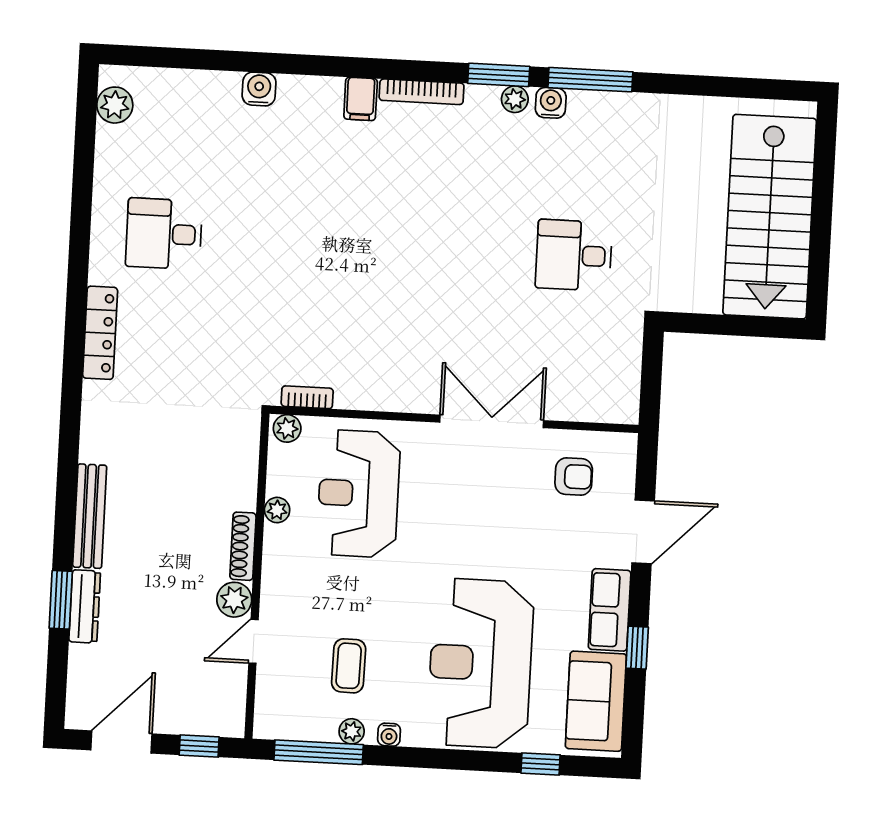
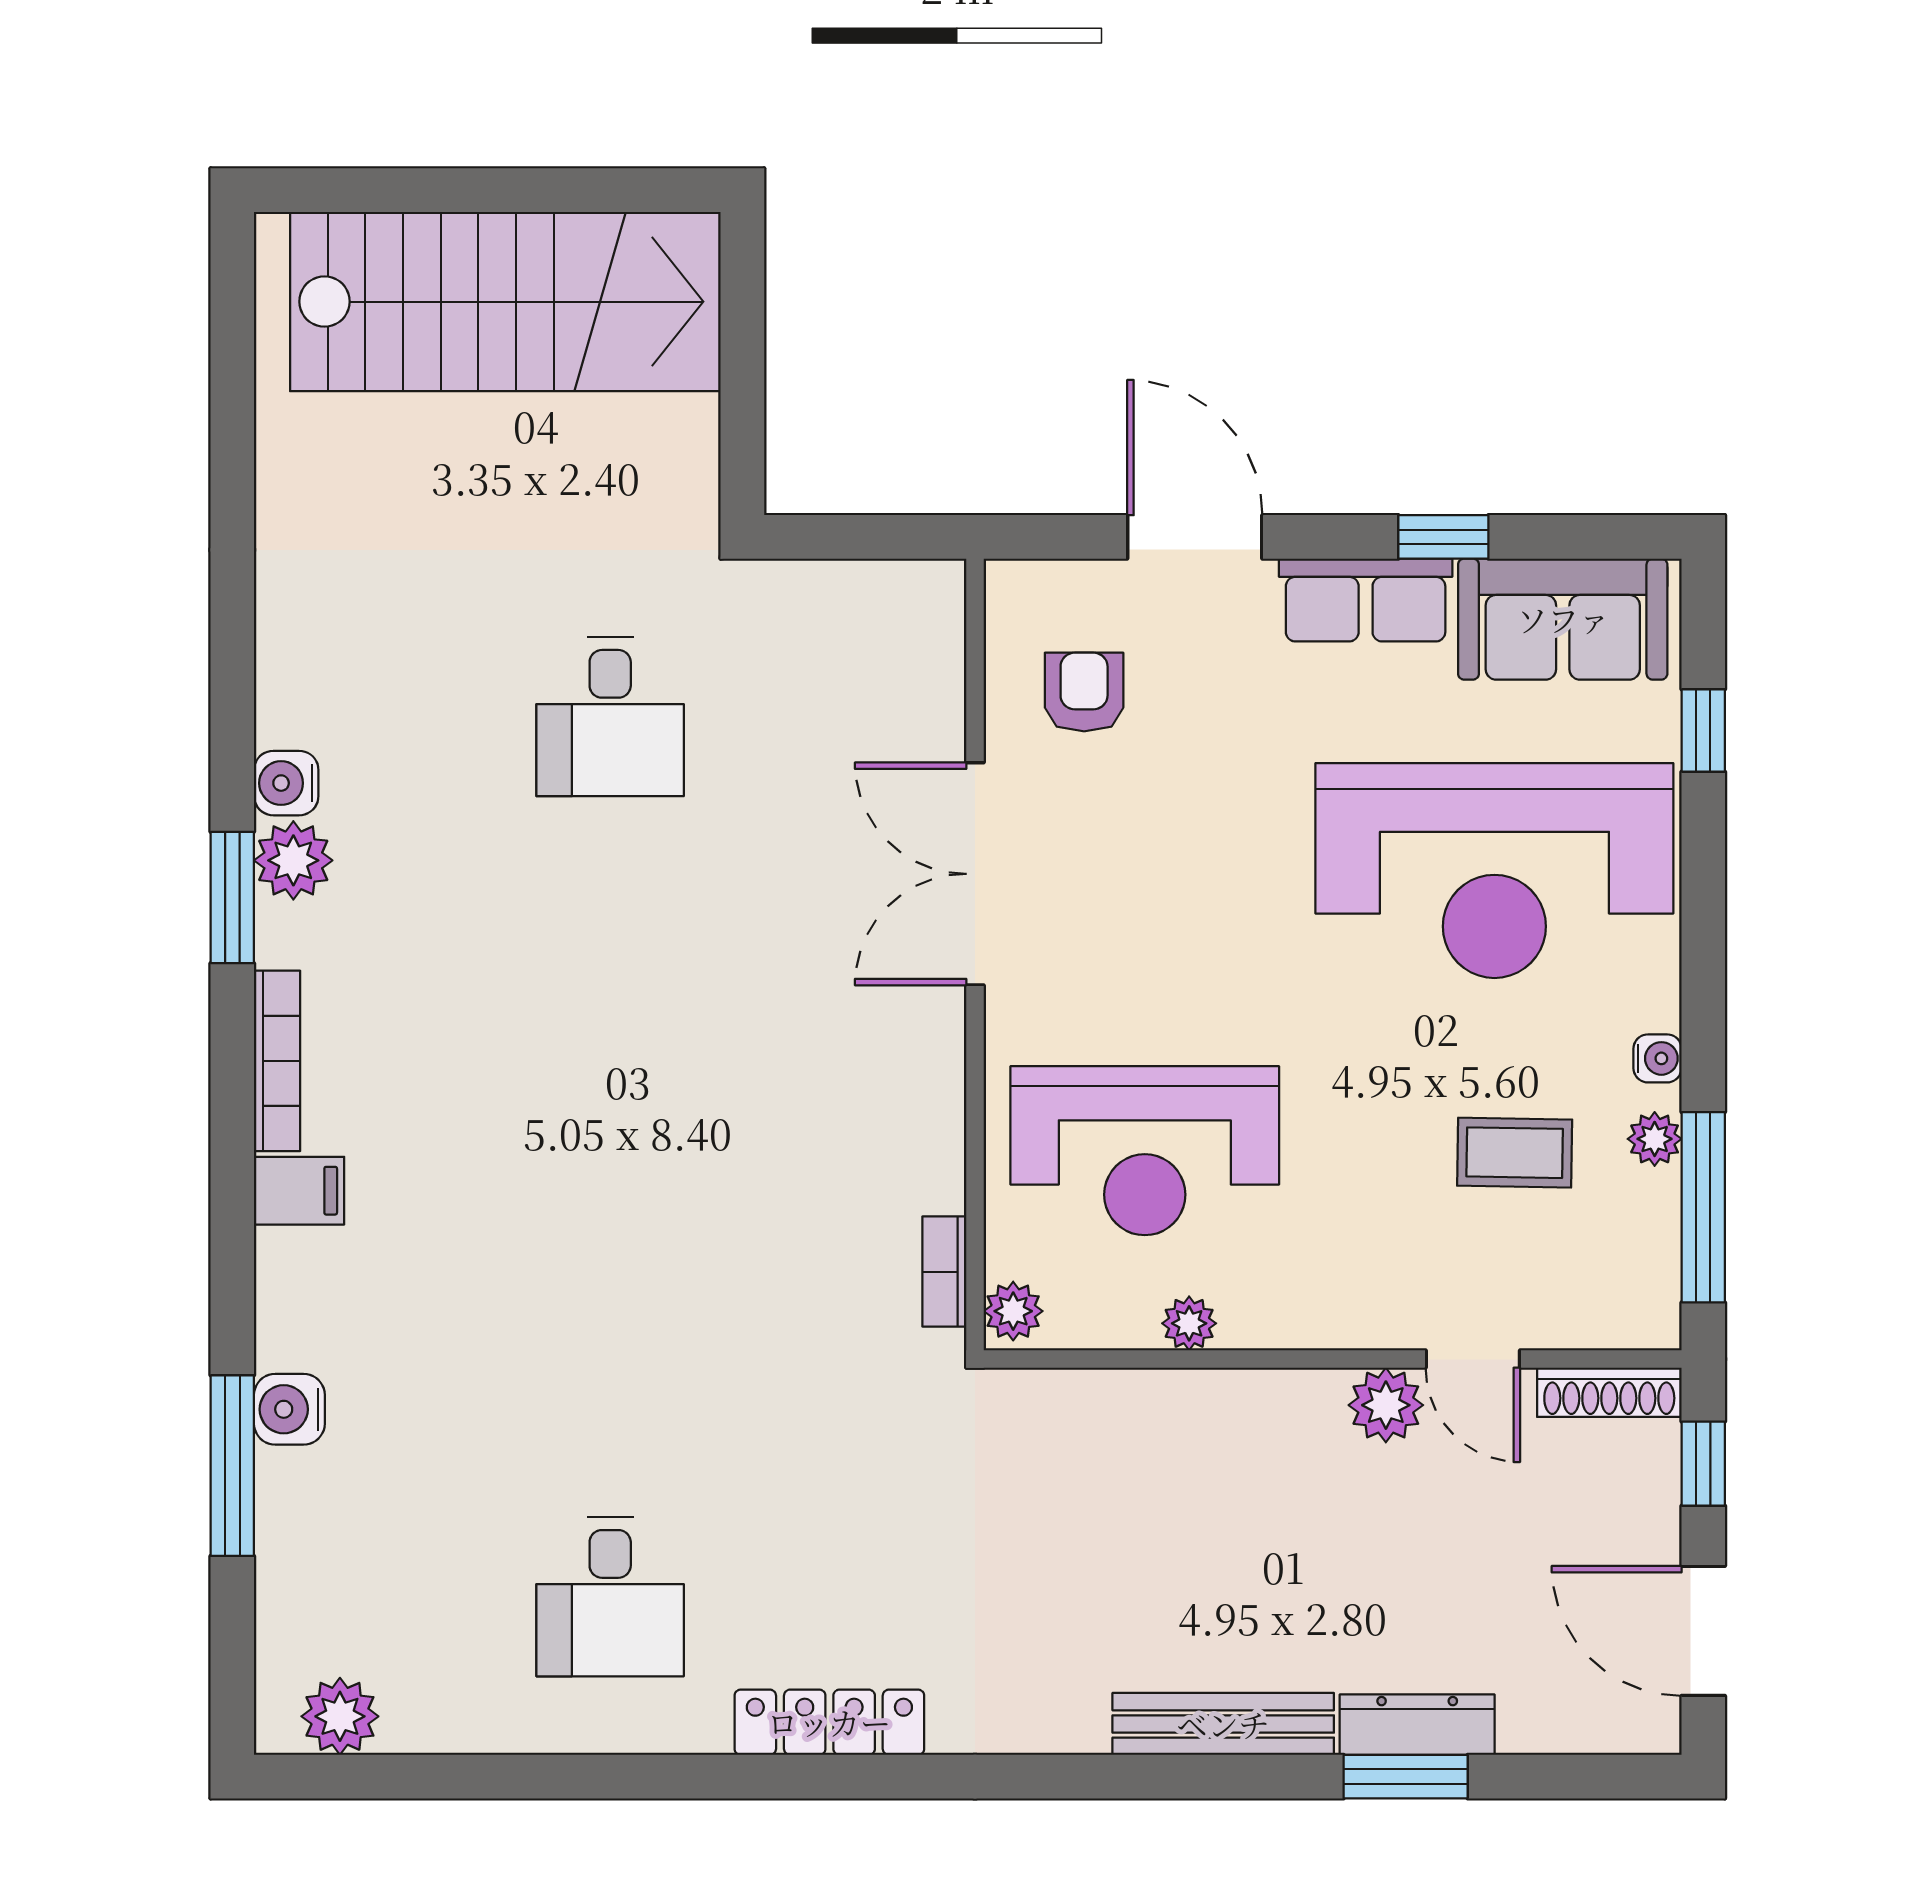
window: (590, 80) -> (232, 1466), moved
plant: (515, 99) -> (293, 860), width x1.38, depth x1.38
shoe rack: (243, 546) -> (1609, 1392), moved

